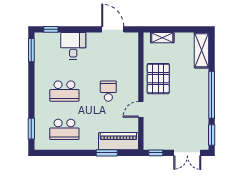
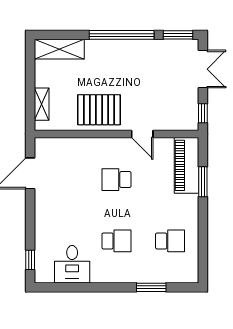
desk: (73, 46) -> (72, 264), moved, turned -90
window: (31, 50) -> (59, 287), removed
school desk: (64, 91) -> (116, 241), width x0.54
window: (31, 129) -> (151, 287), moved
school desk: (64, 129) -> (170, 241), width x0.54

